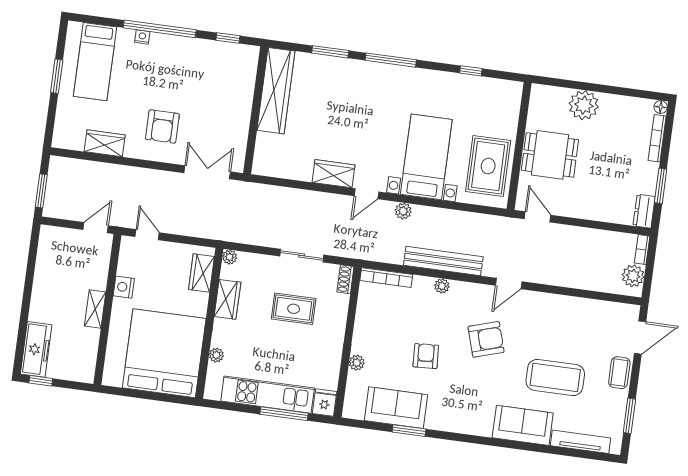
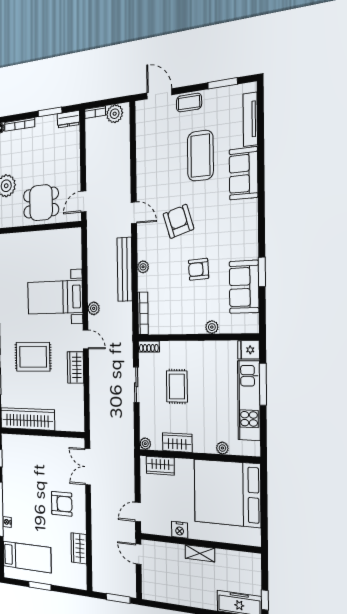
dining table: (550, 155) -> (41, 203), turned 90
rug: (488, 166) -> (33, 357), moved

